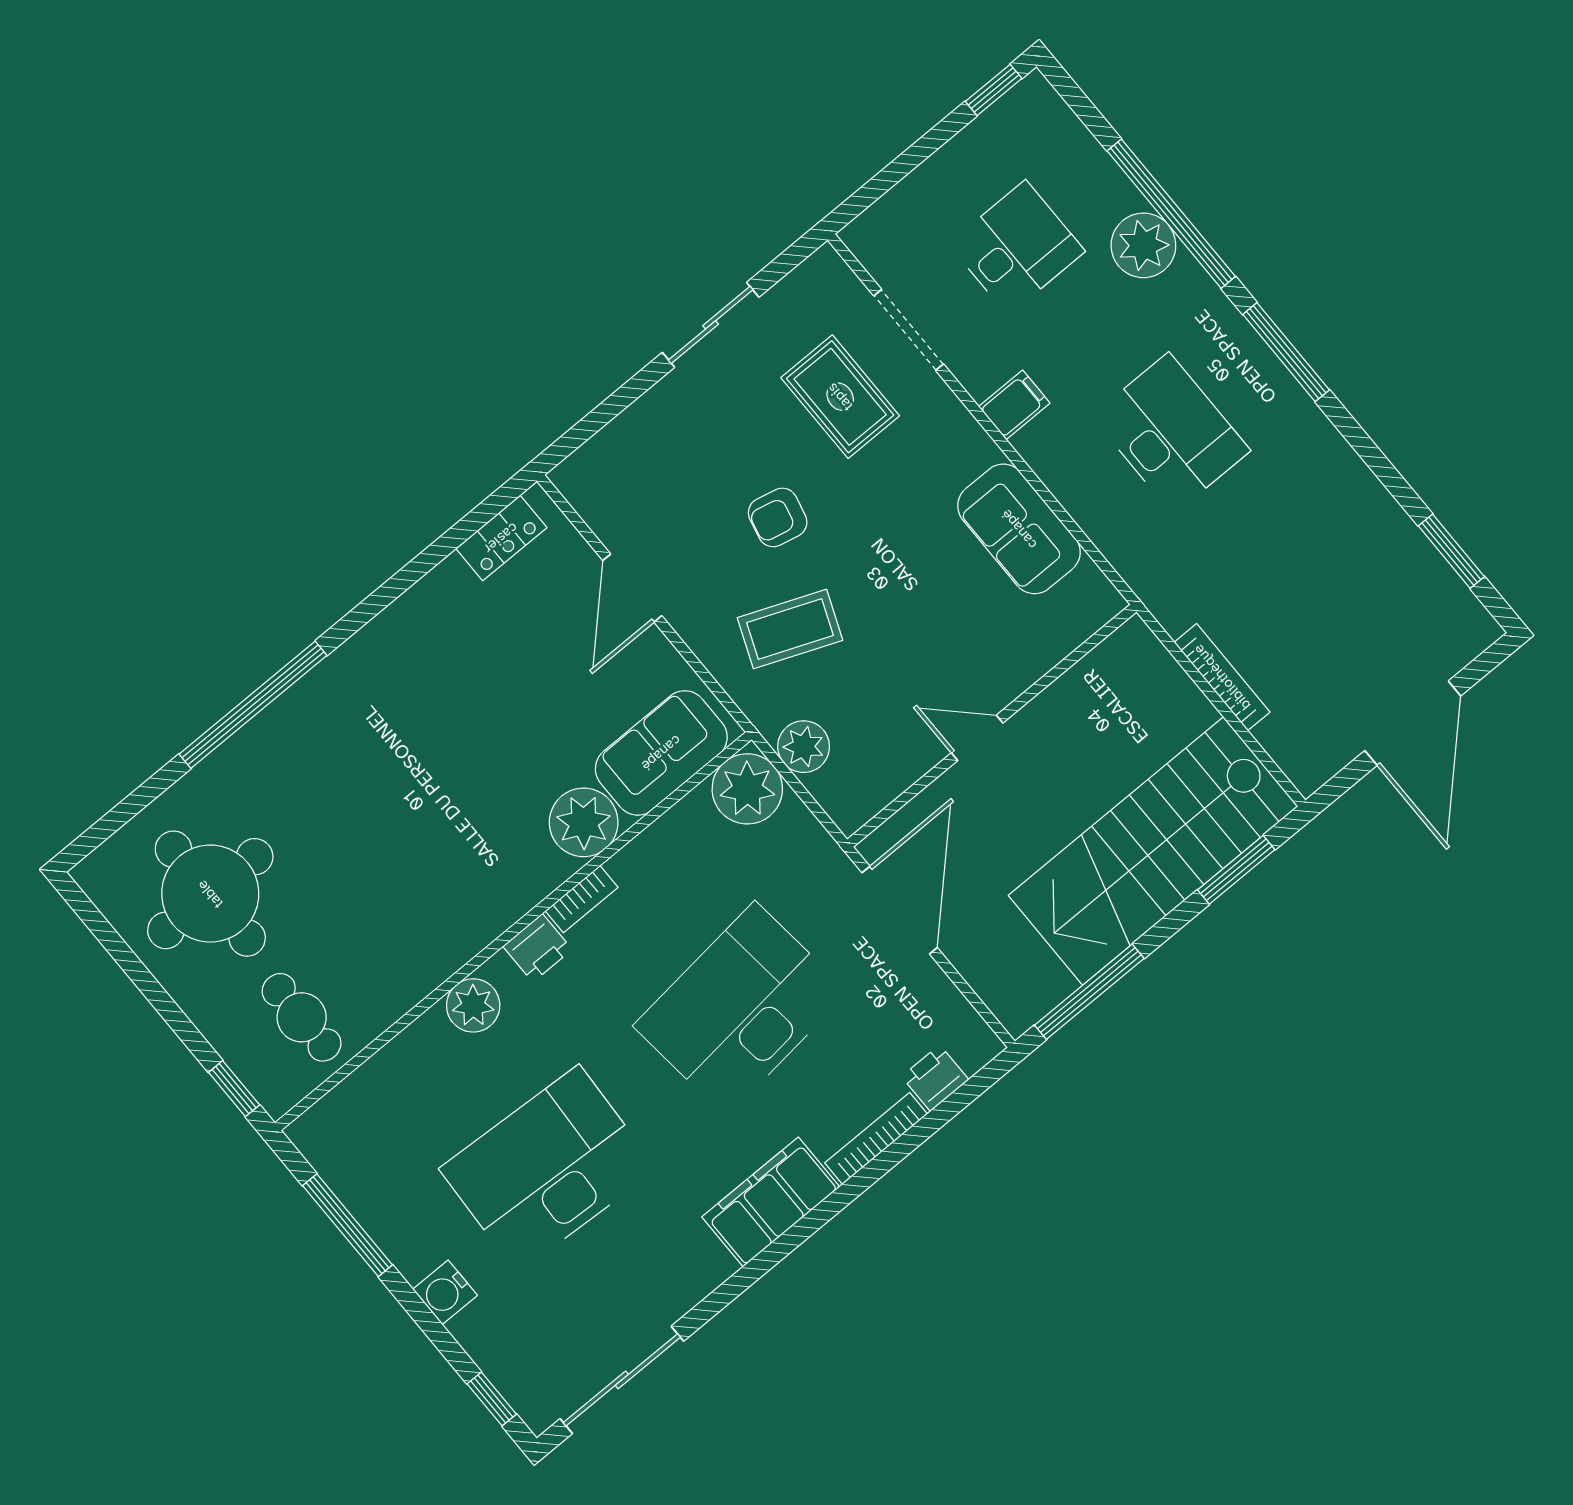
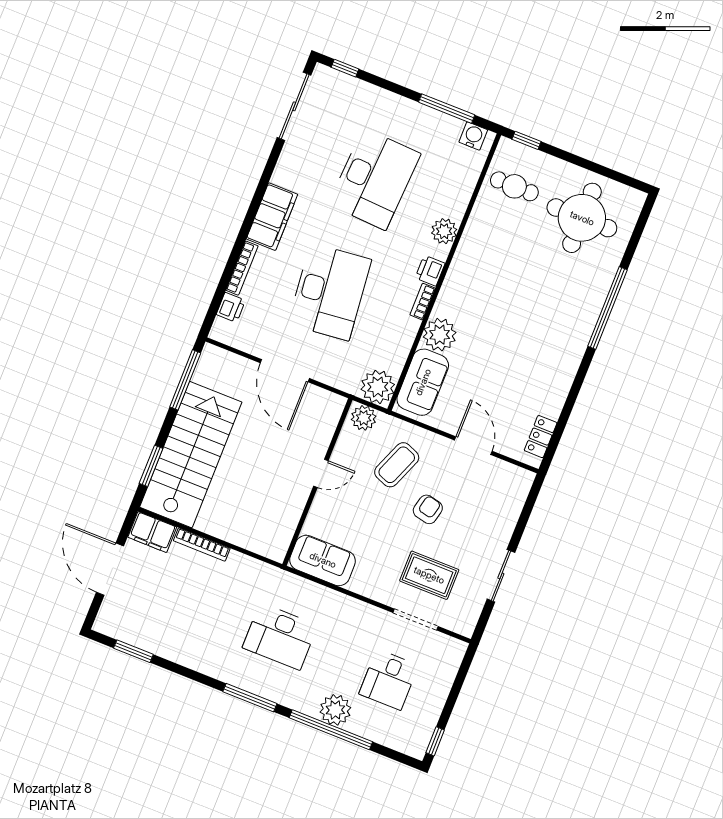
filing cabinet: (1014, 405) -> (152, 532), moved, width x2.00
wall: (992, 726) -> (317, 482), moved
door: (977, 738) -> (321, 473), moved
water cooler: (445, 1292) -> (473, 136), moved

